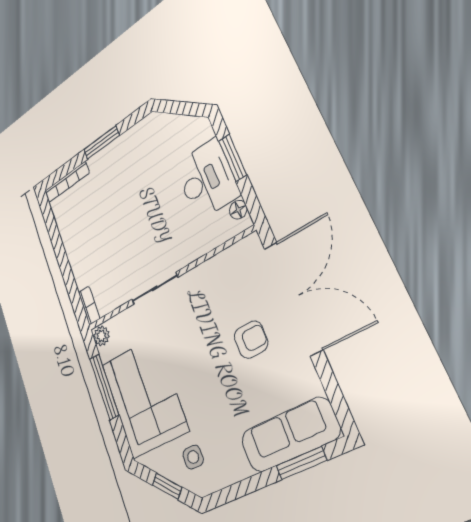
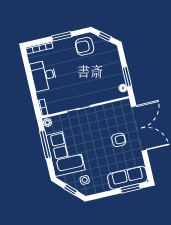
window: (181, 108) -> (105, 36), added
armchair: (146, 146) -> (85, 46), added
window: (233, 158) -> (127, 77), moved
desk: (207, 179) -> (44, 76), moved, turned 180

